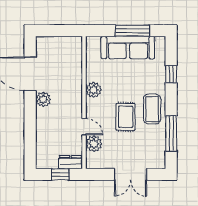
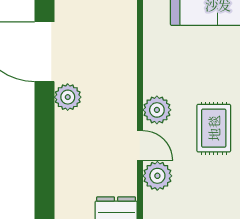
plant: (94, 90) -> (157, 110), moved

